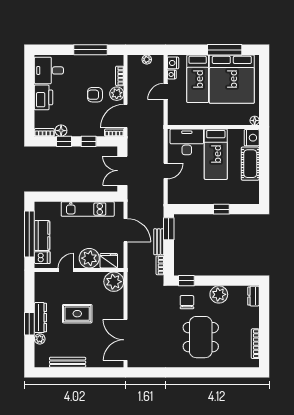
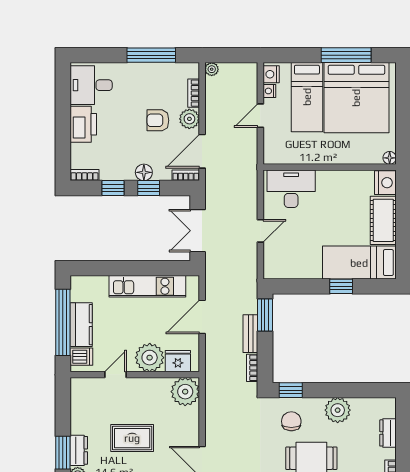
plant: (147, 59) -> (212, 69), moved
floor lamp: (61, 131) -> (144, 172), moved
bed: (216, 154) -> (359, 263), moved, turned 90
door: (125, 230) -> (202, 317), swing flipped
dresser: (254, 296) -> (388, 433), moved
dresser: (40, 318) -> (79, 450), width x0.70

